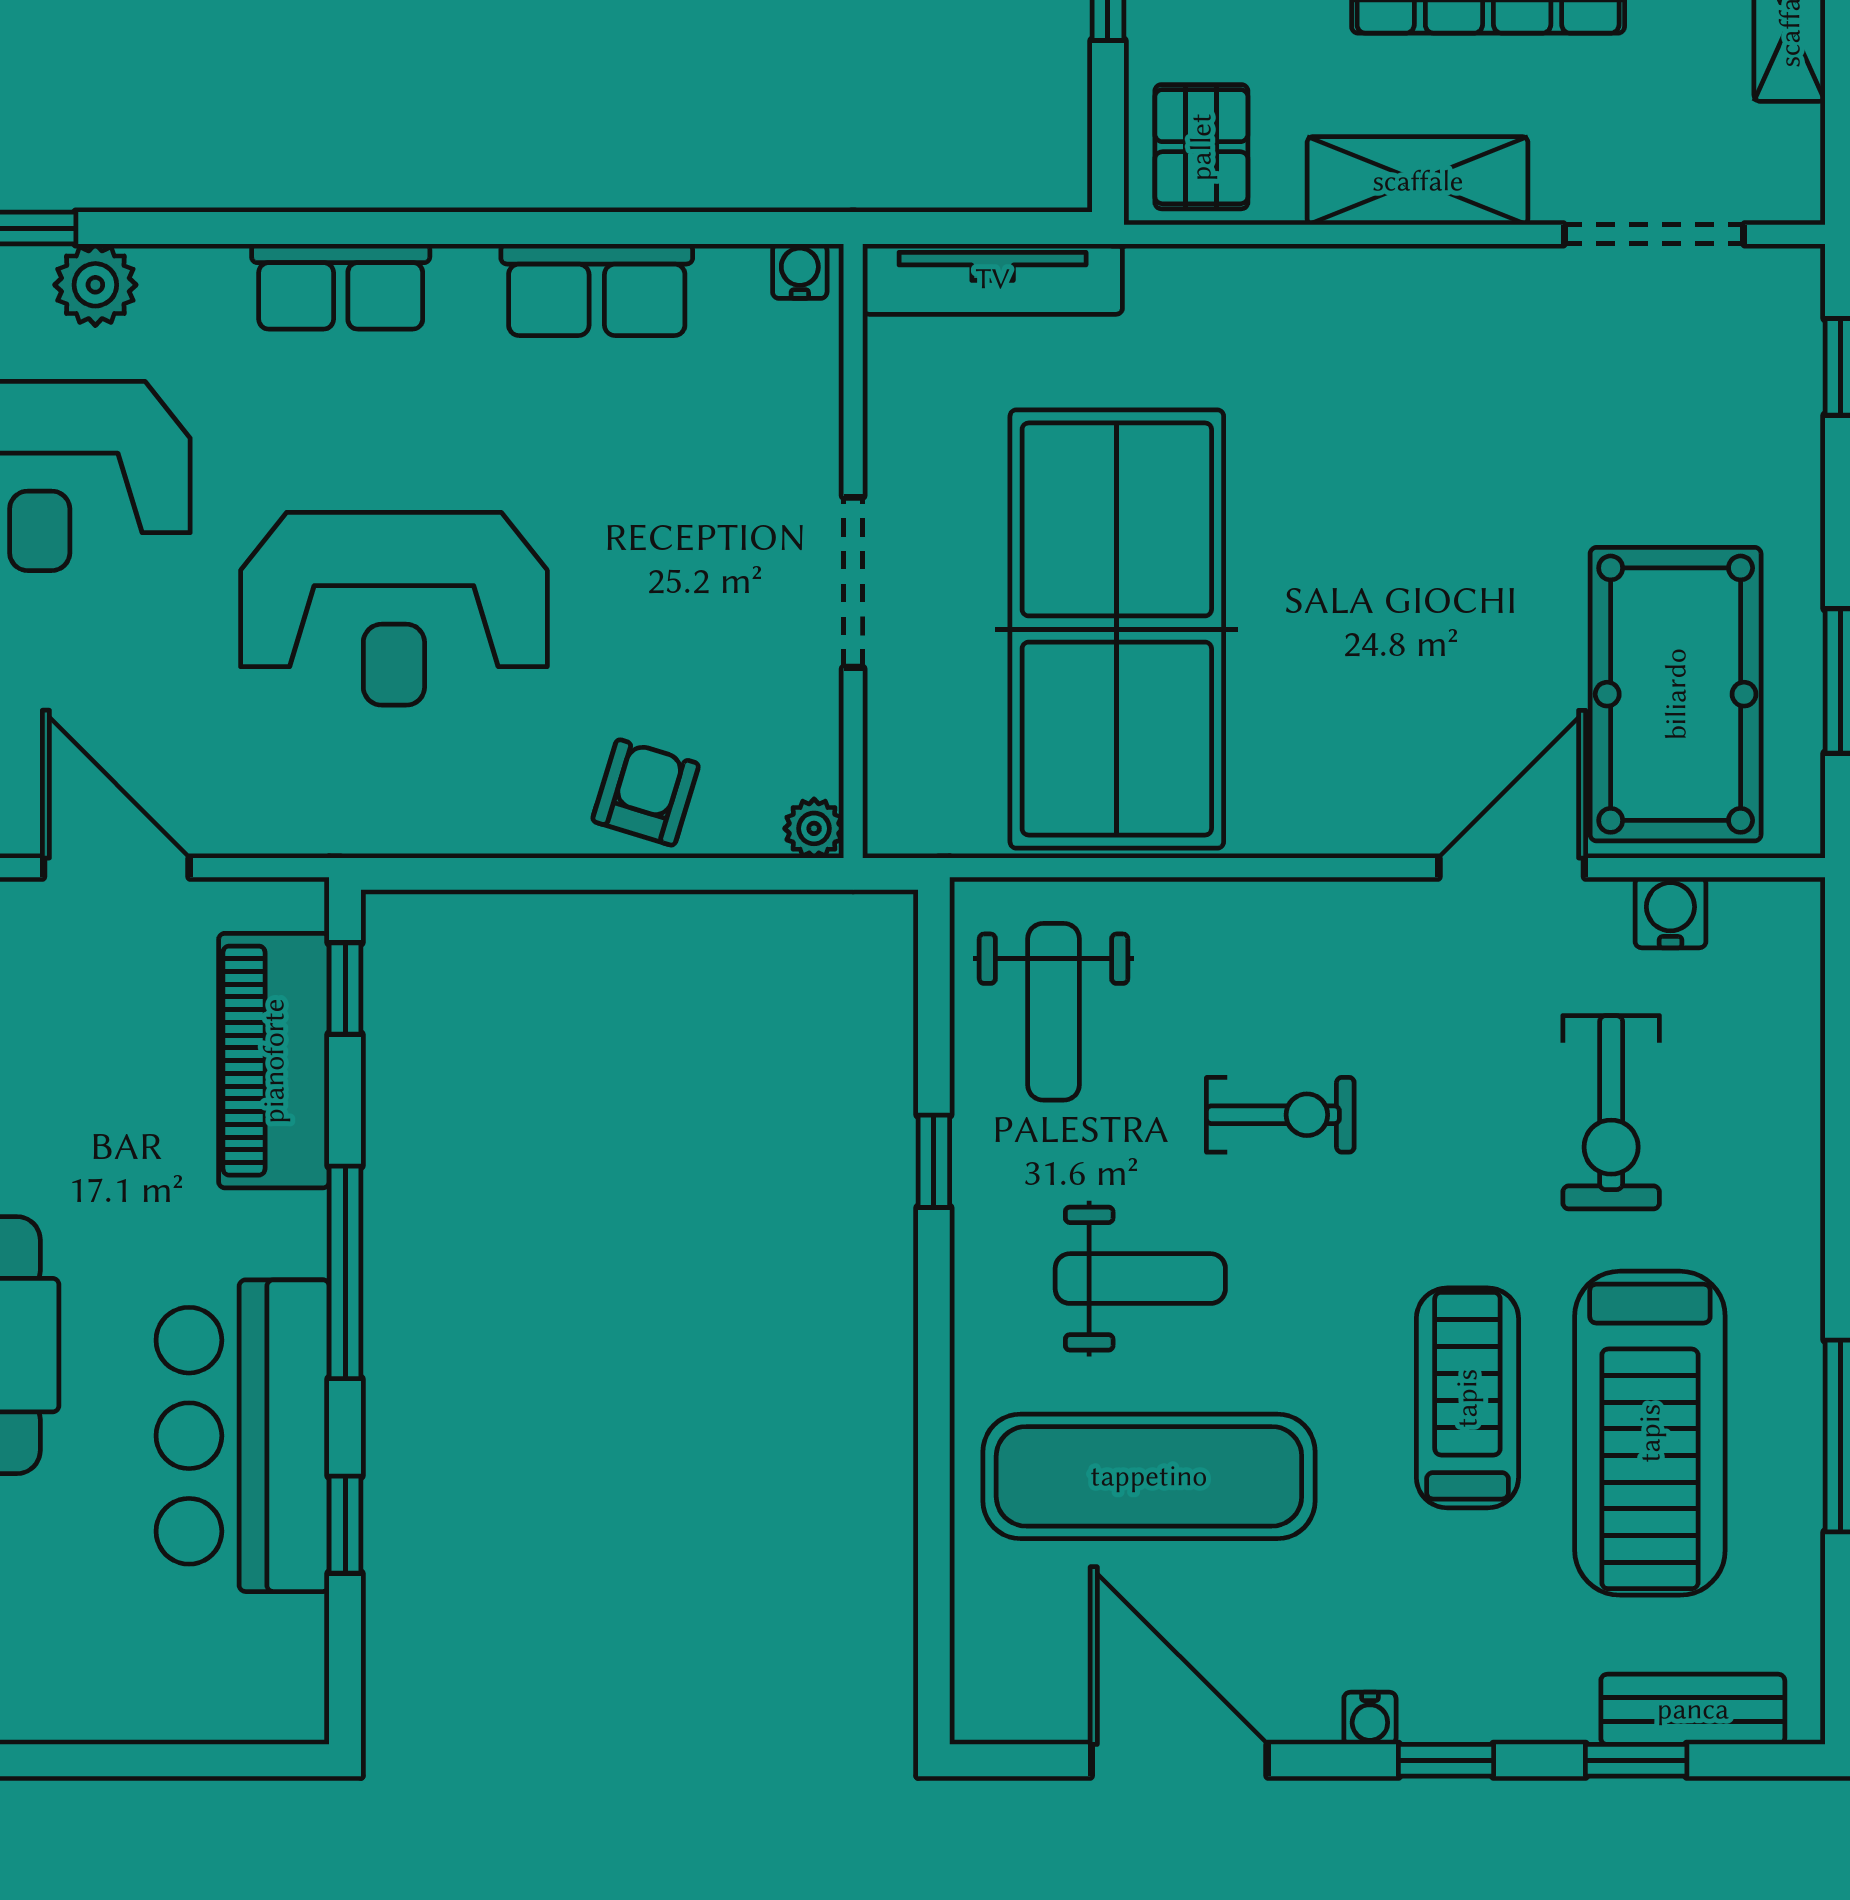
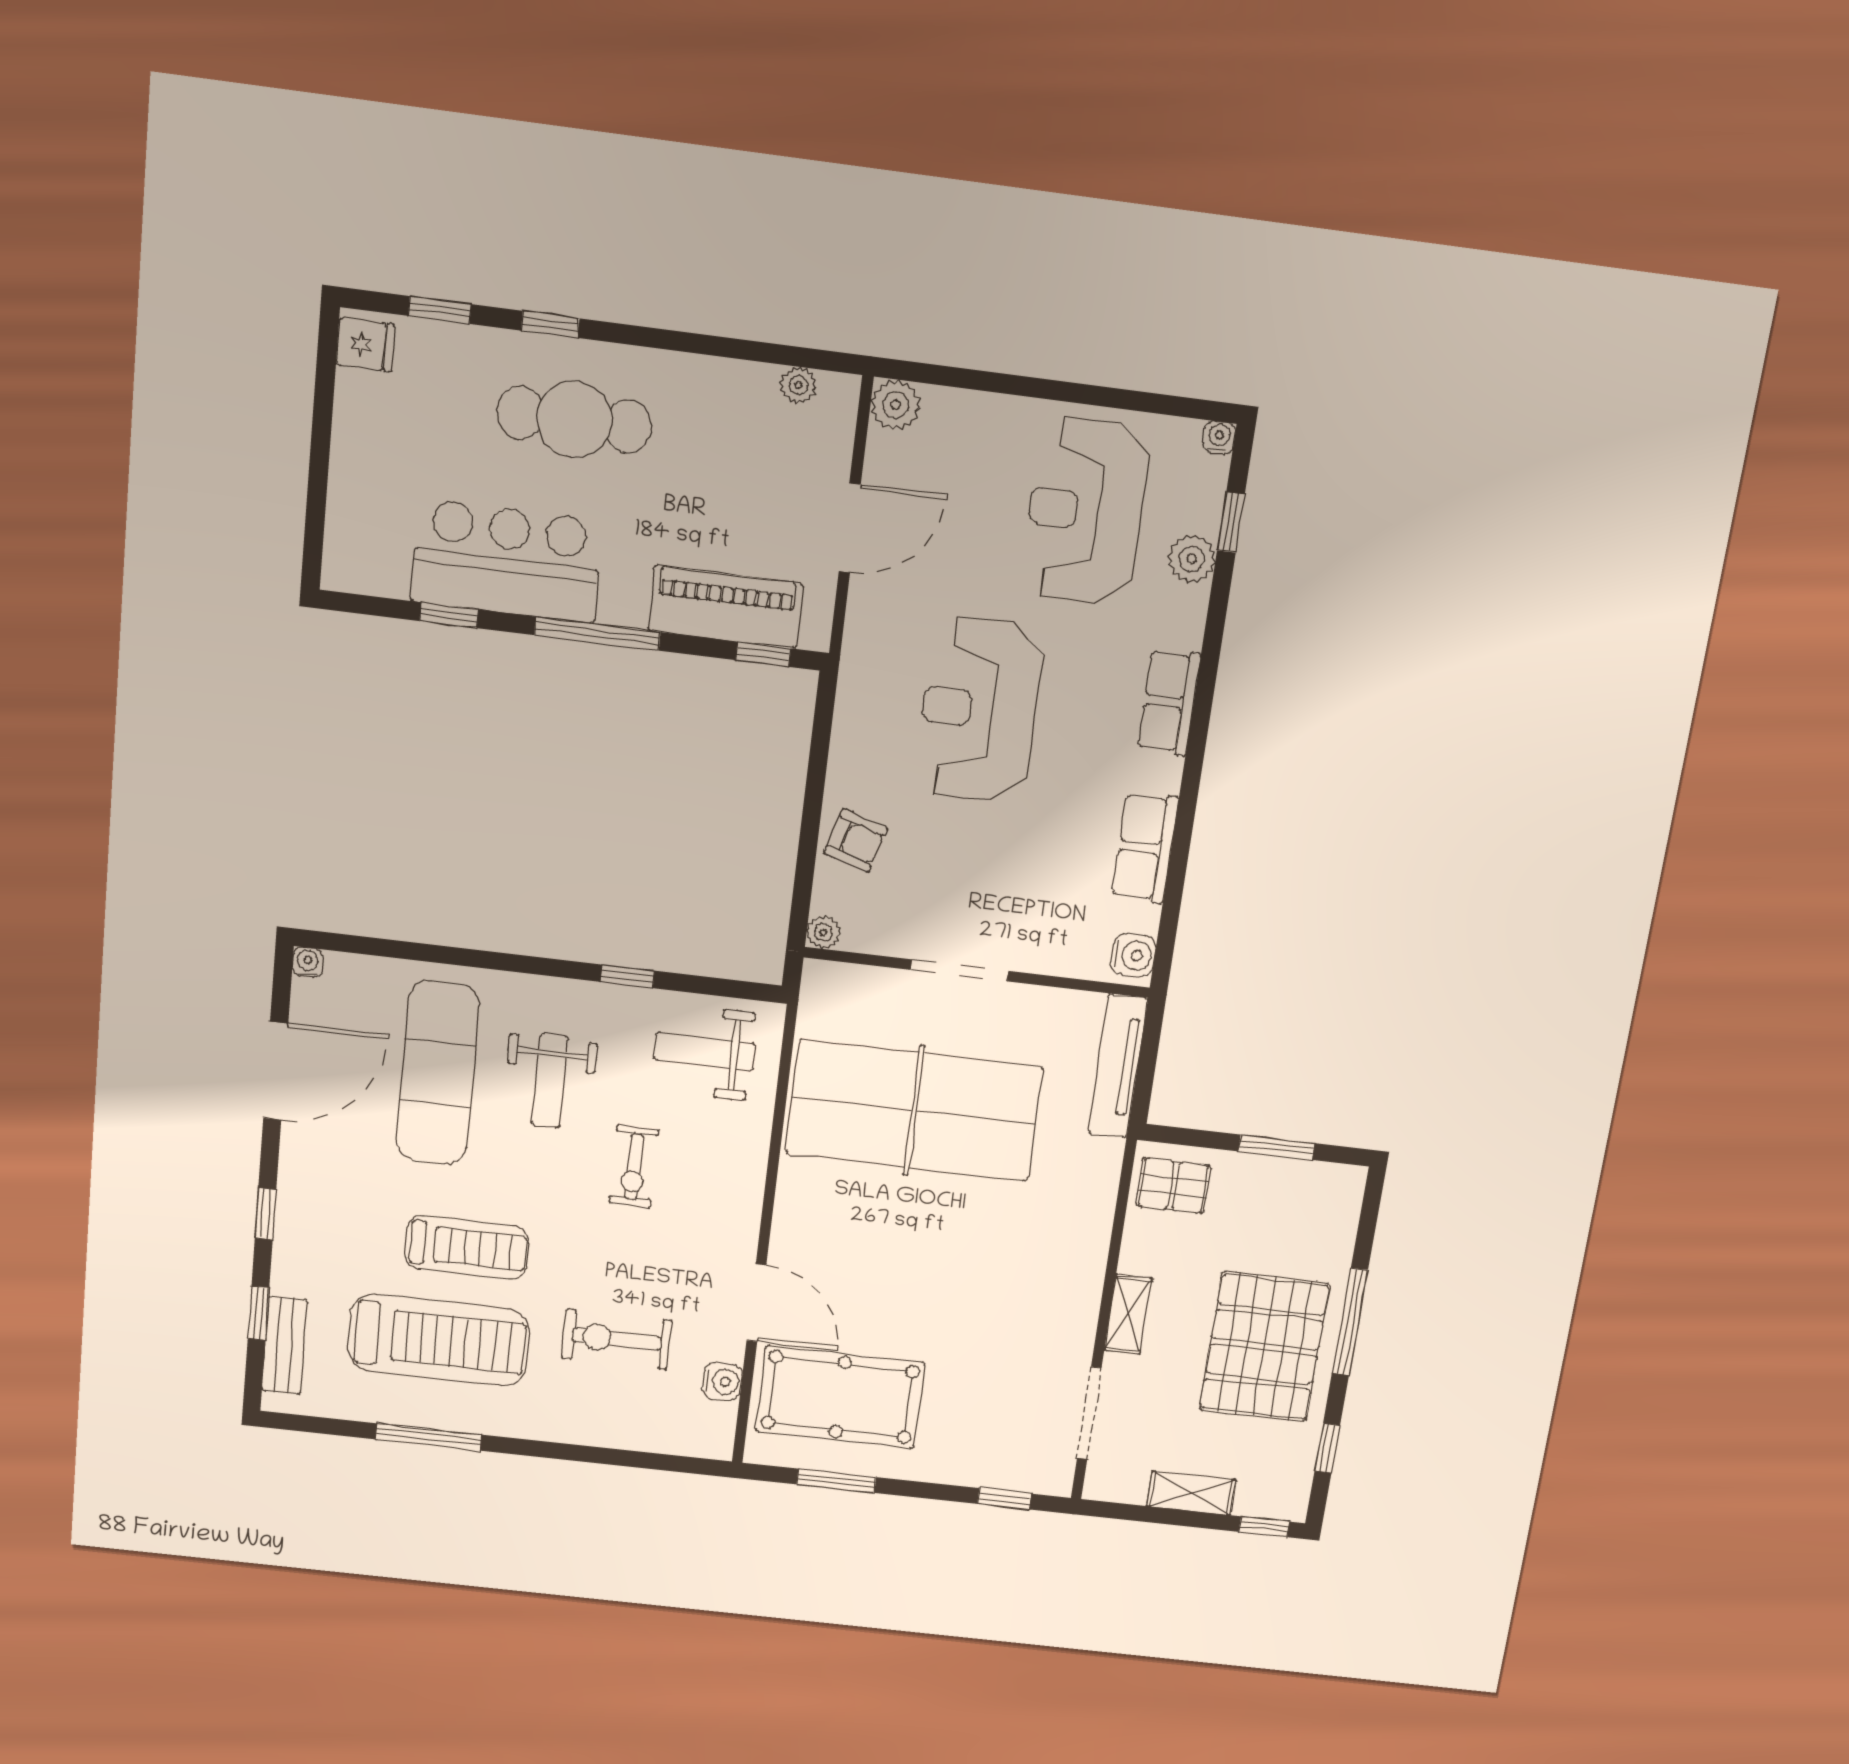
shelving: (1418, 181) -> (1128, 1314), width x0.67, depth x0.75
water cooler: (800, 271) -> (1133, 955), width x1.38, depth x1.38
treadmill: (1650, 1433) -> (439, 1340), turned 180
water cooler: (1370, 1718) -> (308, 962), moved, turned 90

